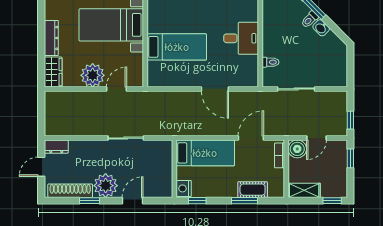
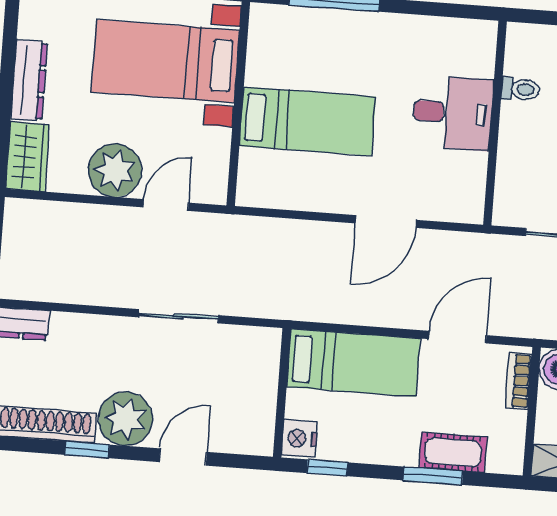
toilet: (270, 62) -> (520, 89), moved
door: (215, 89) -> (386, 222), hinge flipped

